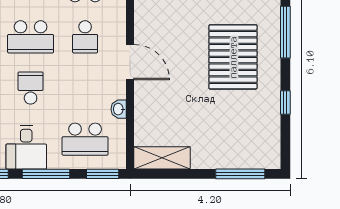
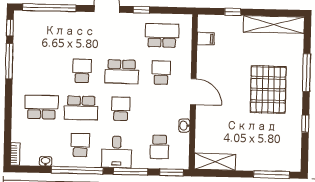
school desk: (85, 37) -> (161, 73), turned 180
school desk: (85, 139) -> (159, 147), width x0.54

